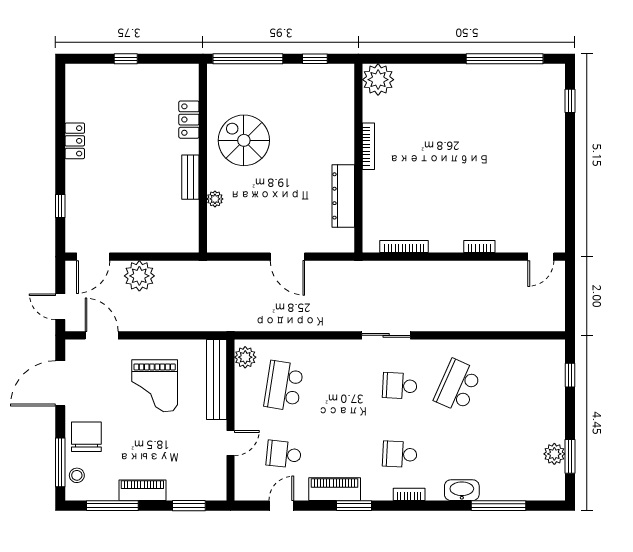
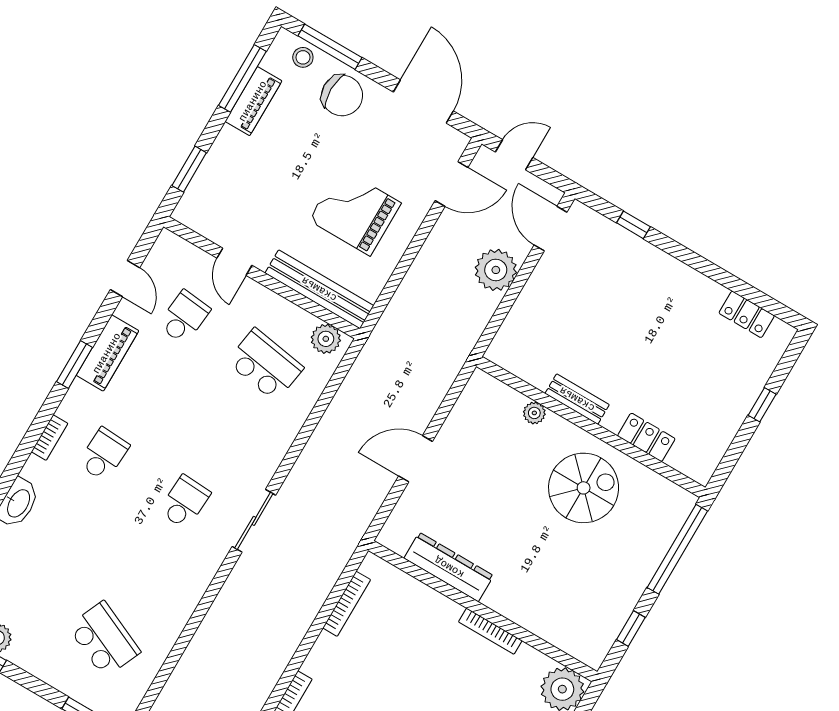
locker: (75, 141) -> (747, 314), moved
school desk: (458, 386) -> (104, 639), moved
piano: (142, 490) -> (253, 101), moved

